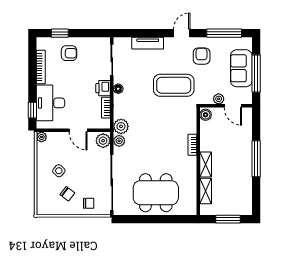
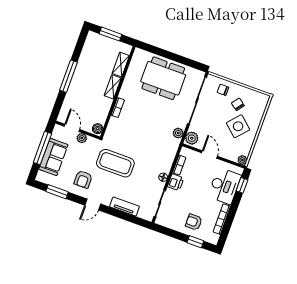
window: (224, 33) -> (57, 192), width x0.69
plant: (121, 126) -> (172, 145), removed
side table: (59, 171) -> (238, 126), width x1.87, depth x1.87

